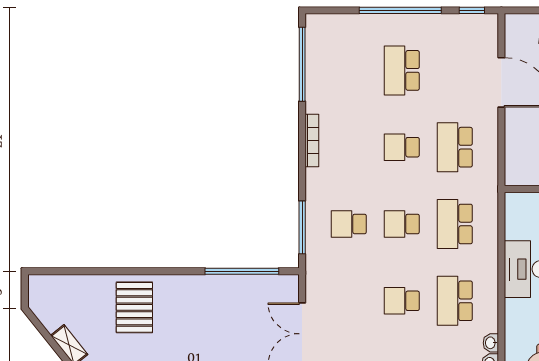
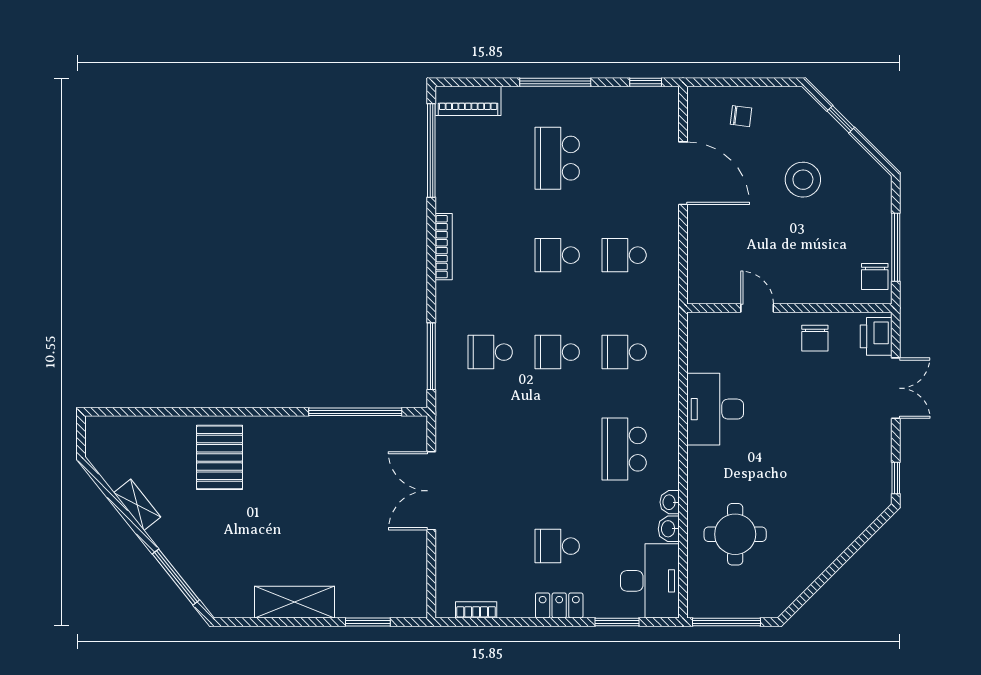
window: (400, 10) -> (555, 82), width x0.68
piano: (331, 25) -> (468, 101), added
school desk: (455, 147) -> (624, 255), width x0.54
school desk: (455, 224) -> (624, 352), width x0.54
school desk: (402, 301) -> (557, 449), removed

